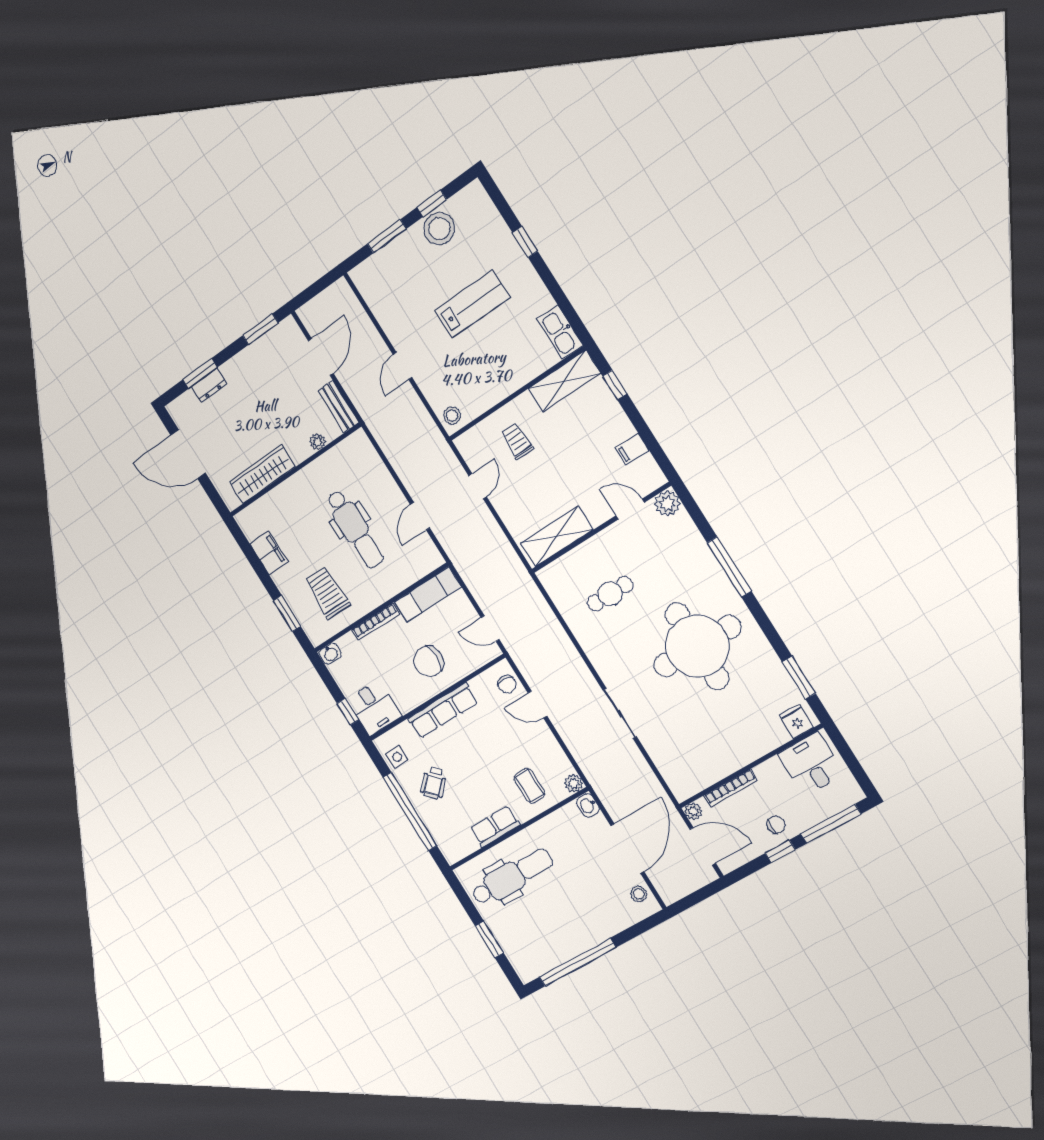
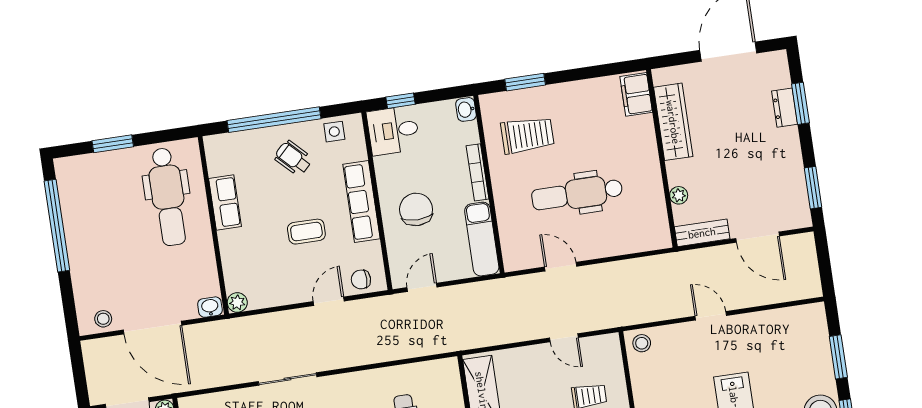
filing cabinet: (269, 553) -> (636, 94), moved, turned 90
coffee table: (529, 786) -> (306, 232), moved

